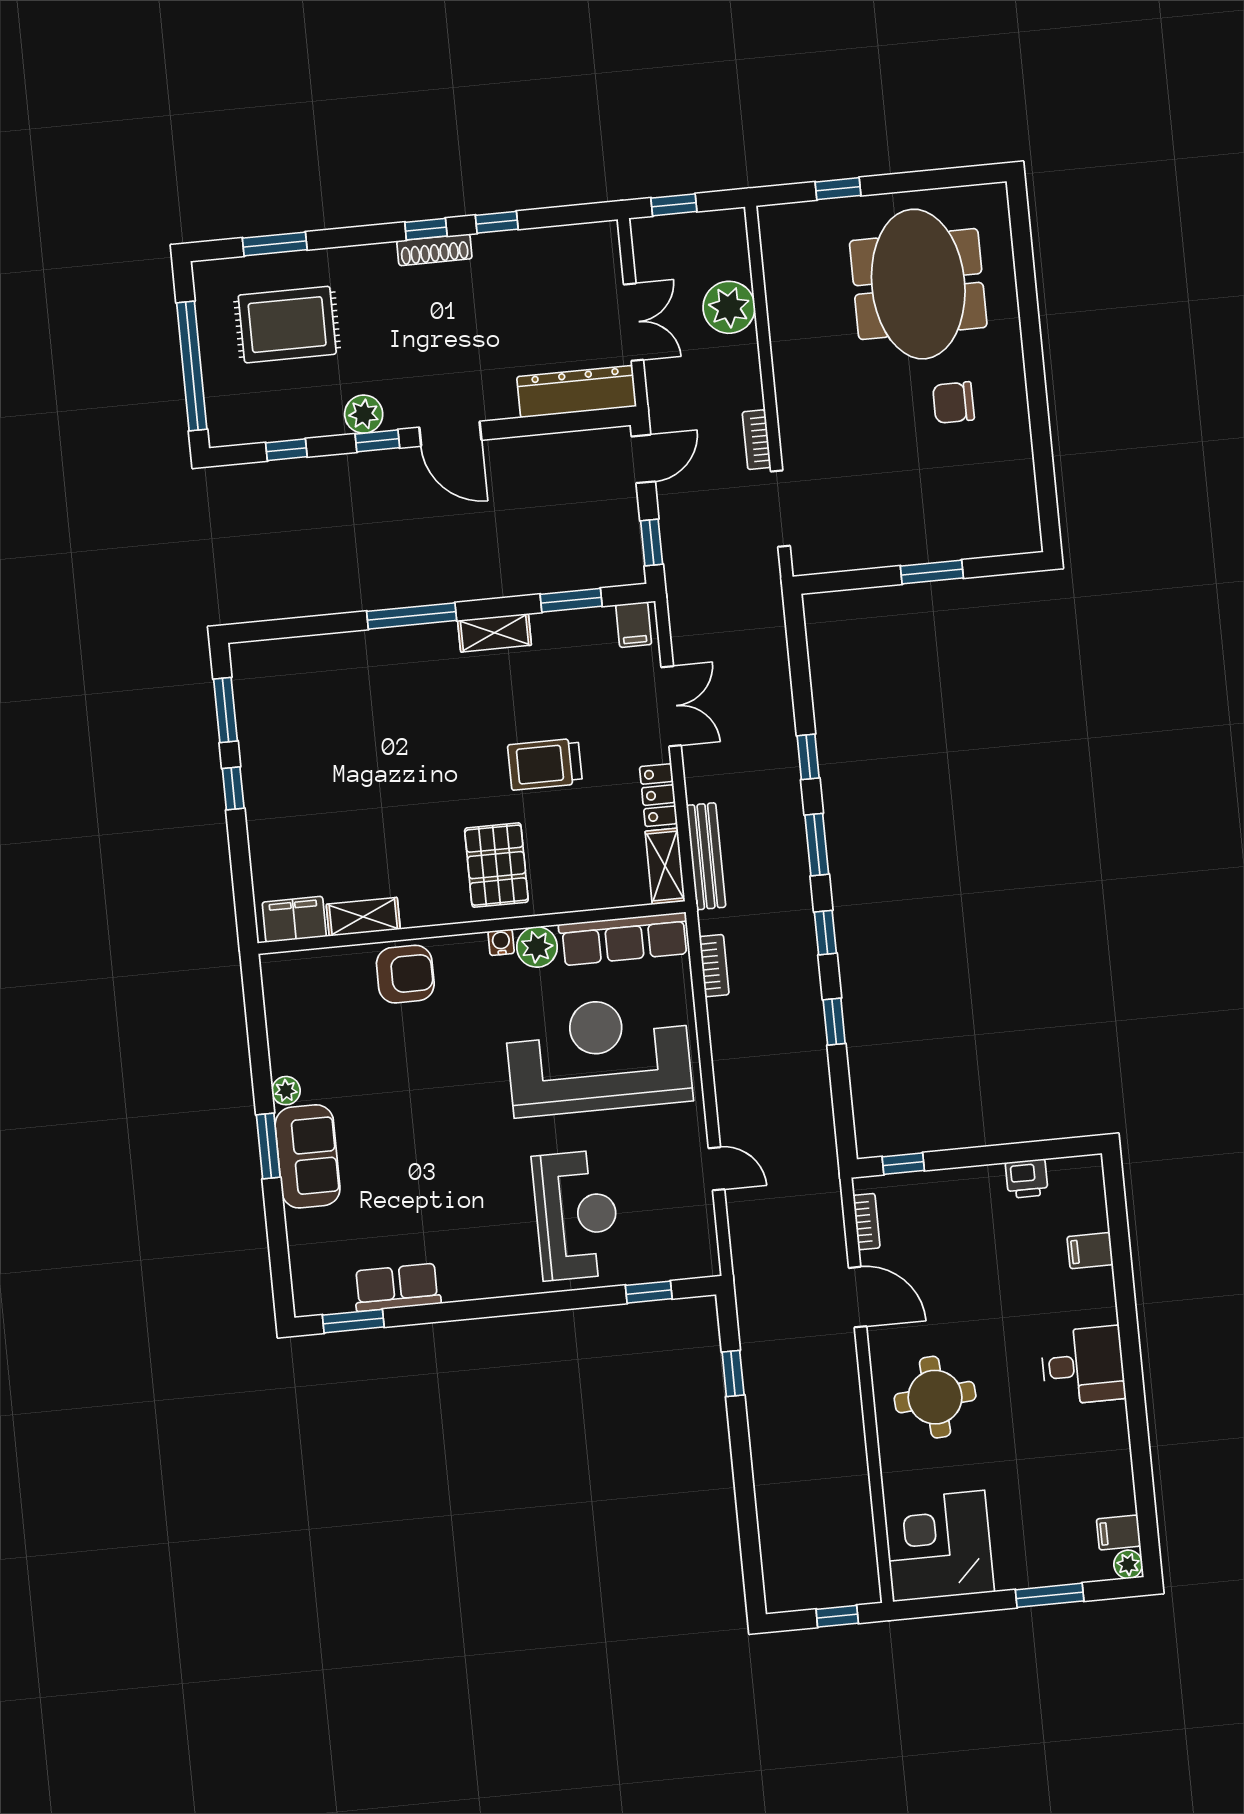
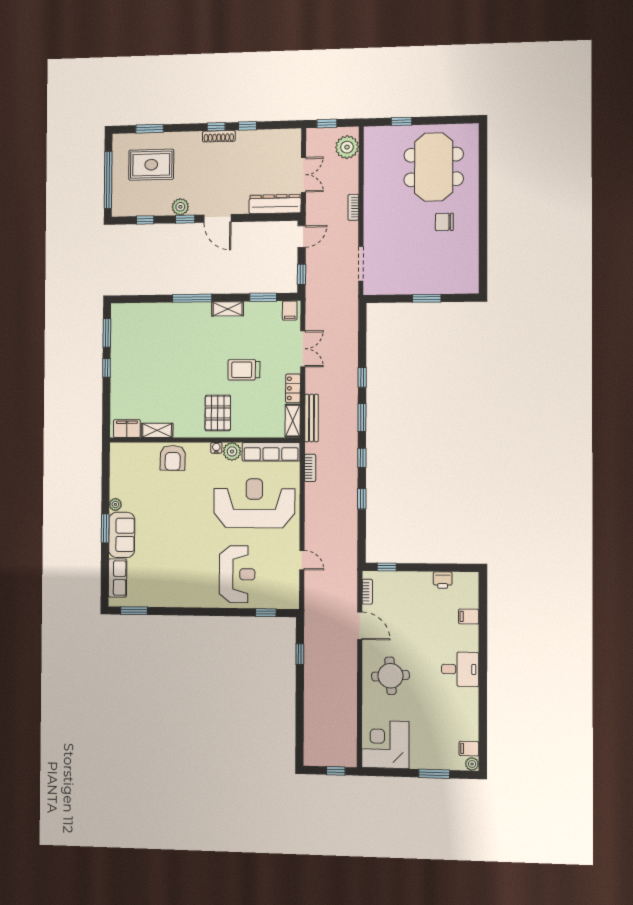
plant: (729, 307) -> (347, 147), moved
bookcase: (757, 440) -> (353, 207), moved
armchair: (405, 974) -> (173, 458), turned 91
row of seats: (397, 1287) -> (117, 578), moved, turned 90

